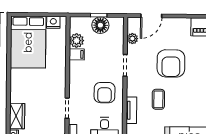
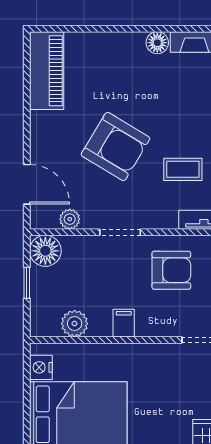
floor lamp: (100, 25) -> (45, 251), moved
filing cabinet: (77, 54) -> (124, 323), moved
armchair: (171, 63) -> (115, 147), turned 31

